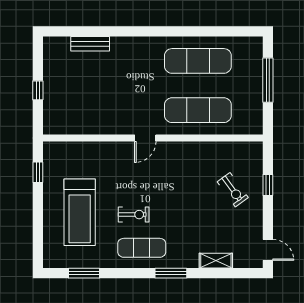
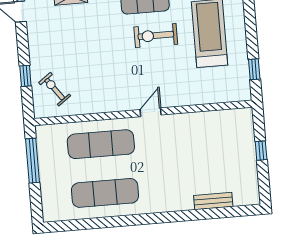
window: (268, 80) -> (33, 161), moved
exercise bike: (233, 190) -> (55, 89), moved
exercise bike: (134, 215) -> (156, 36), width x1.38, depth x1.39

